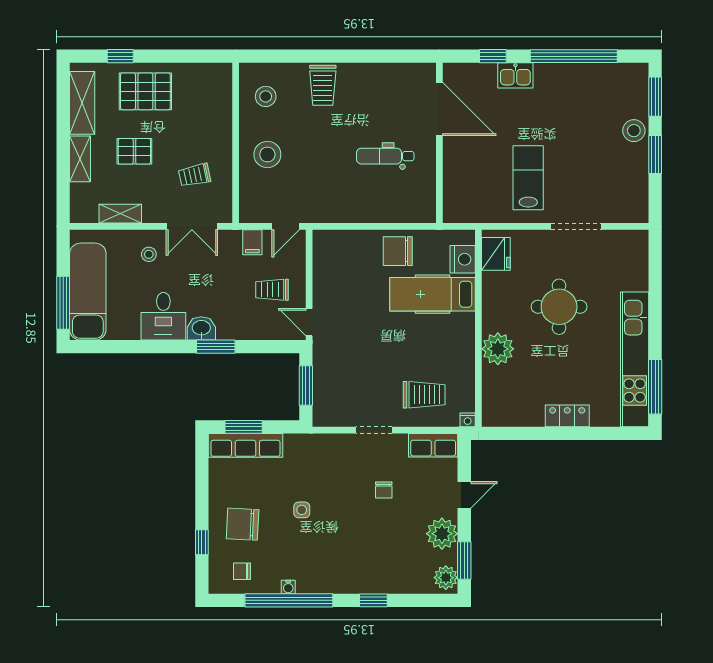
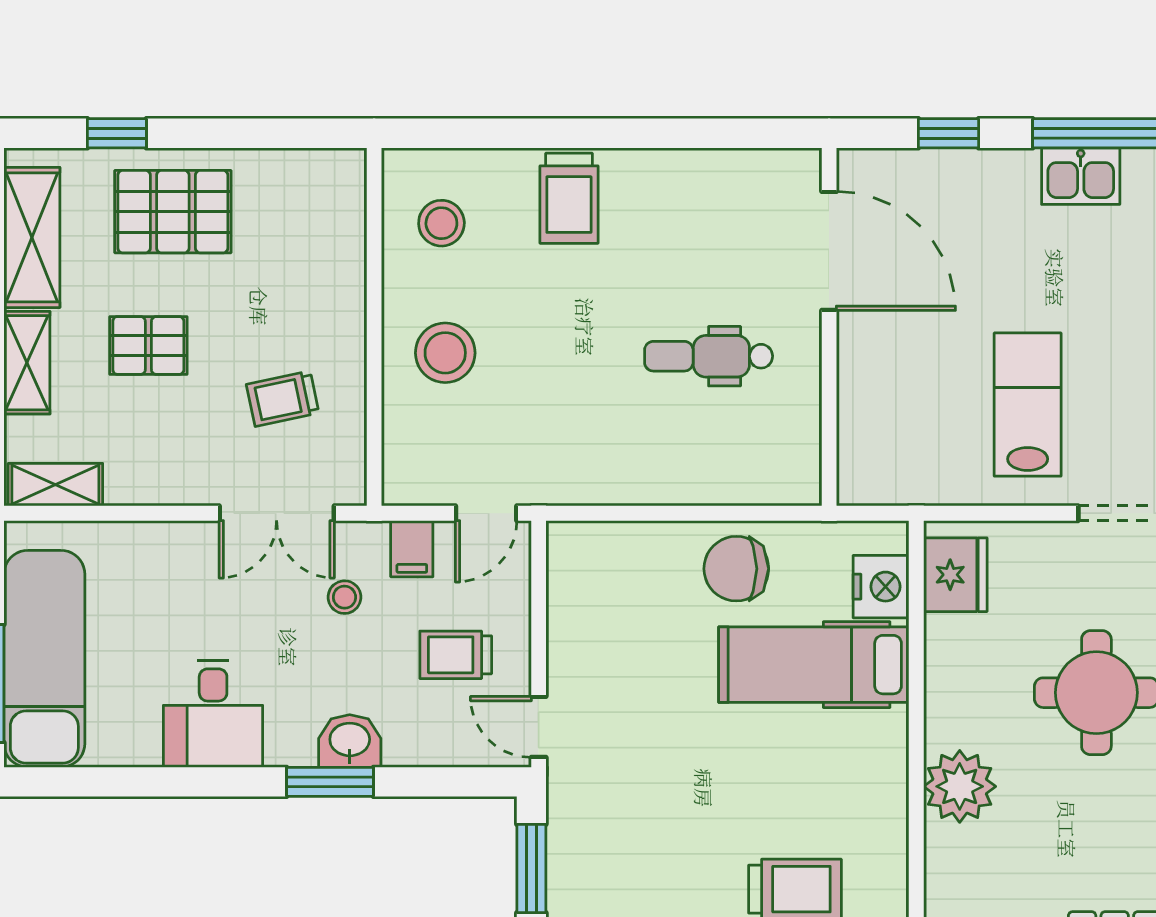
kitchen sink: (515, 75) -> (1081, 176), moved
shelving: (120, 214) -> (55, 485), moved
stool: (149, 254) -> (344, 597), moved
washbasin: (201, 328) -> (350, 741), moved

